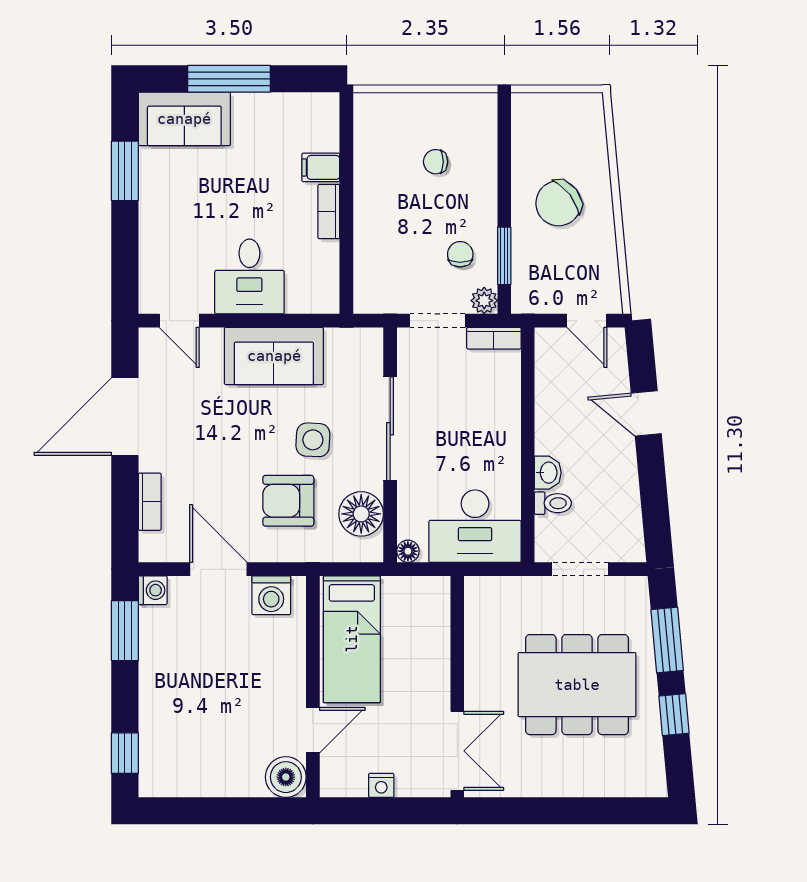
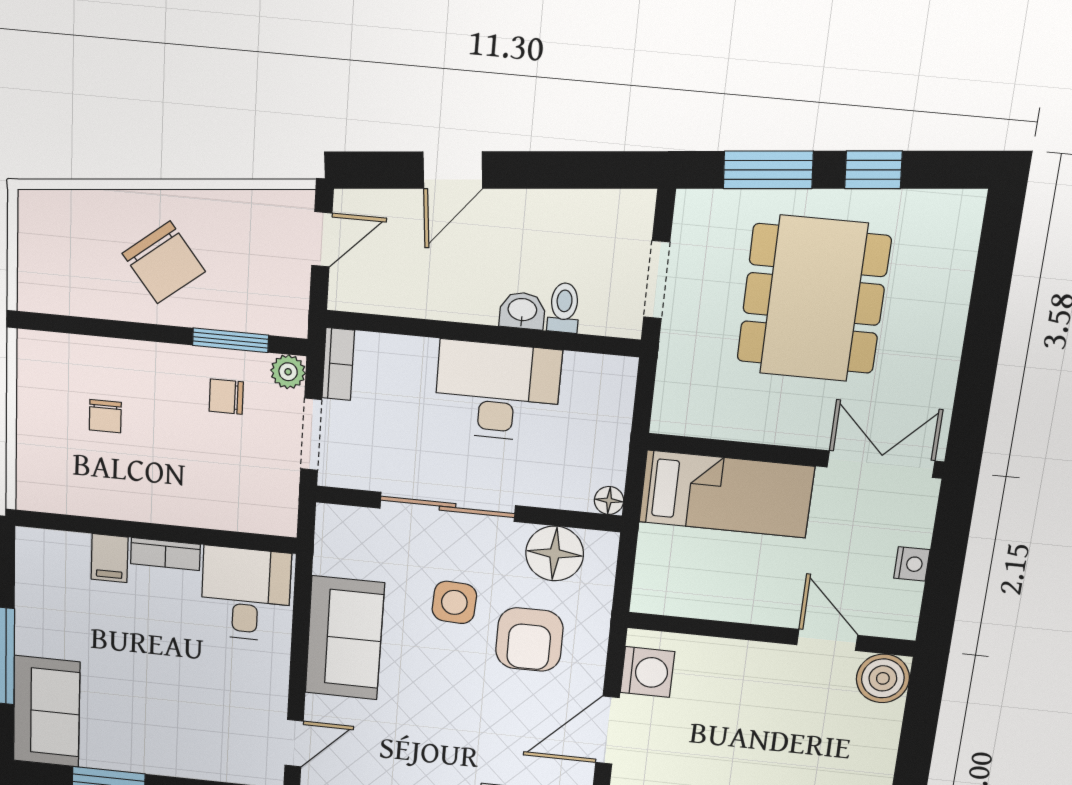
desk: (249, 276) -> (246, 594), moved, turned -90
desk: (475, 526) -> (497, 391), moved, turned -90
bed: (352, 639) -> (726, 494), moved

